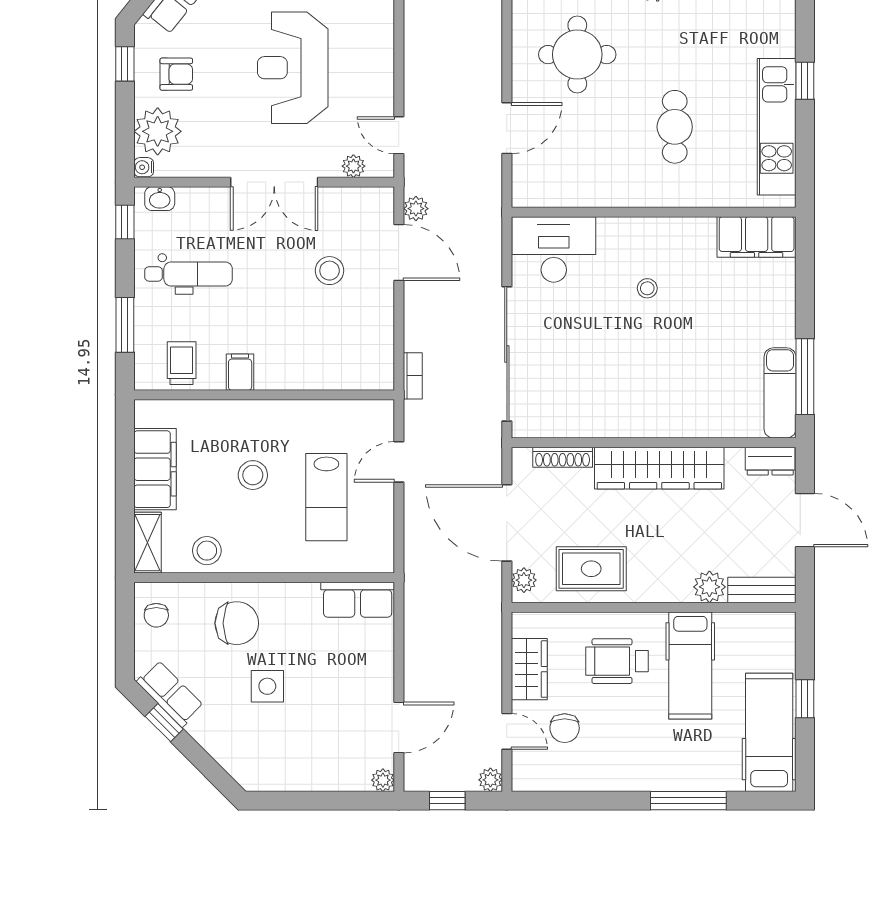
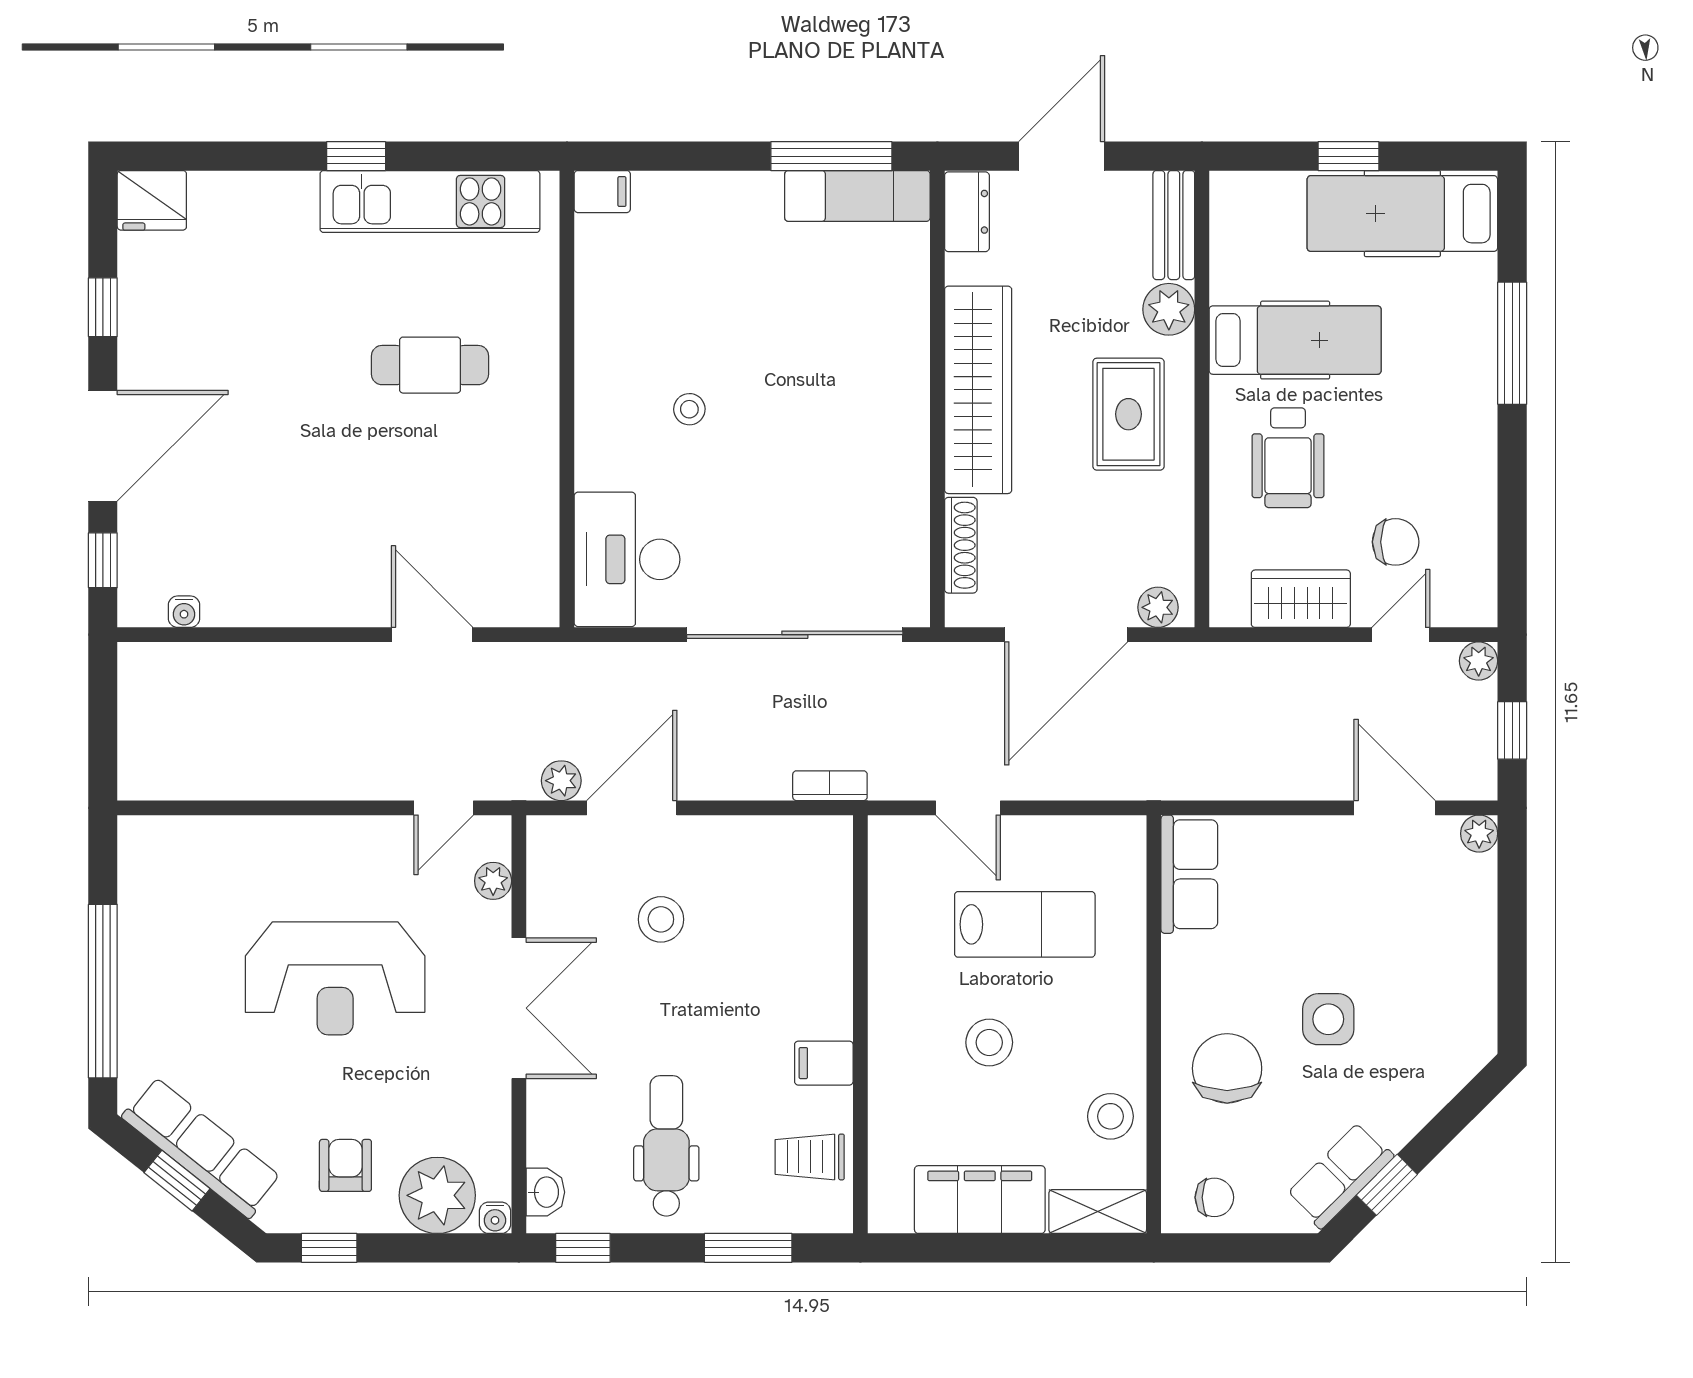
round table: (577, 55) -> (314, 522), removed
filing cabinet: (757, 237) -> (602, 192), width x0.33, depth x0.86
rug: (591, 569) -> (1128, 414), moved

